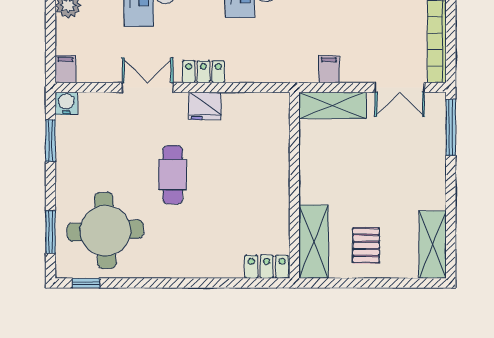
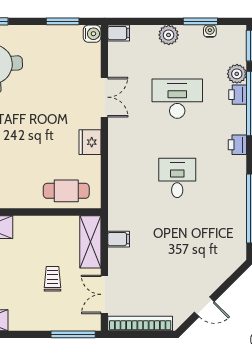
locker: (203, 72) -> (117, 141), removed
trolley: (380, 154) -> (53, 279), added
cafe table: (173, 175) -> (66, 191), moved

